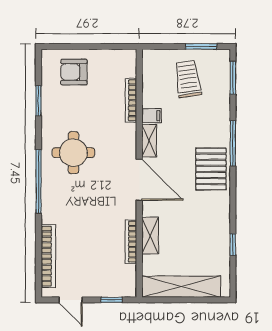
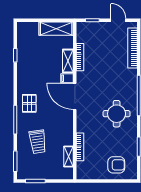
trolley: (188, 79) -> (38, 142), moved
filing cabinet: (152, 116) -> (67, 78), moved
shelving: (149, 141) -> (68, 156), moved
pallet: (211, 169) -> (29, 103), width x0.67, depth x0.71
shelving: (181, 287) -> (56, 29), width x0.68

